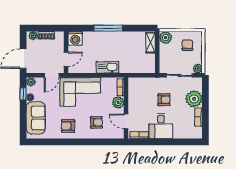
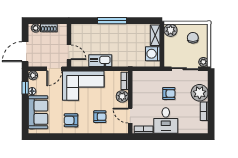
washing machine: (75, 38) -> (153, 54), moved, turned 90
door: (66, 59) -> (69, 52), hinge flipped
kitchen sink: (108, 67) -> (100, 61), moved

